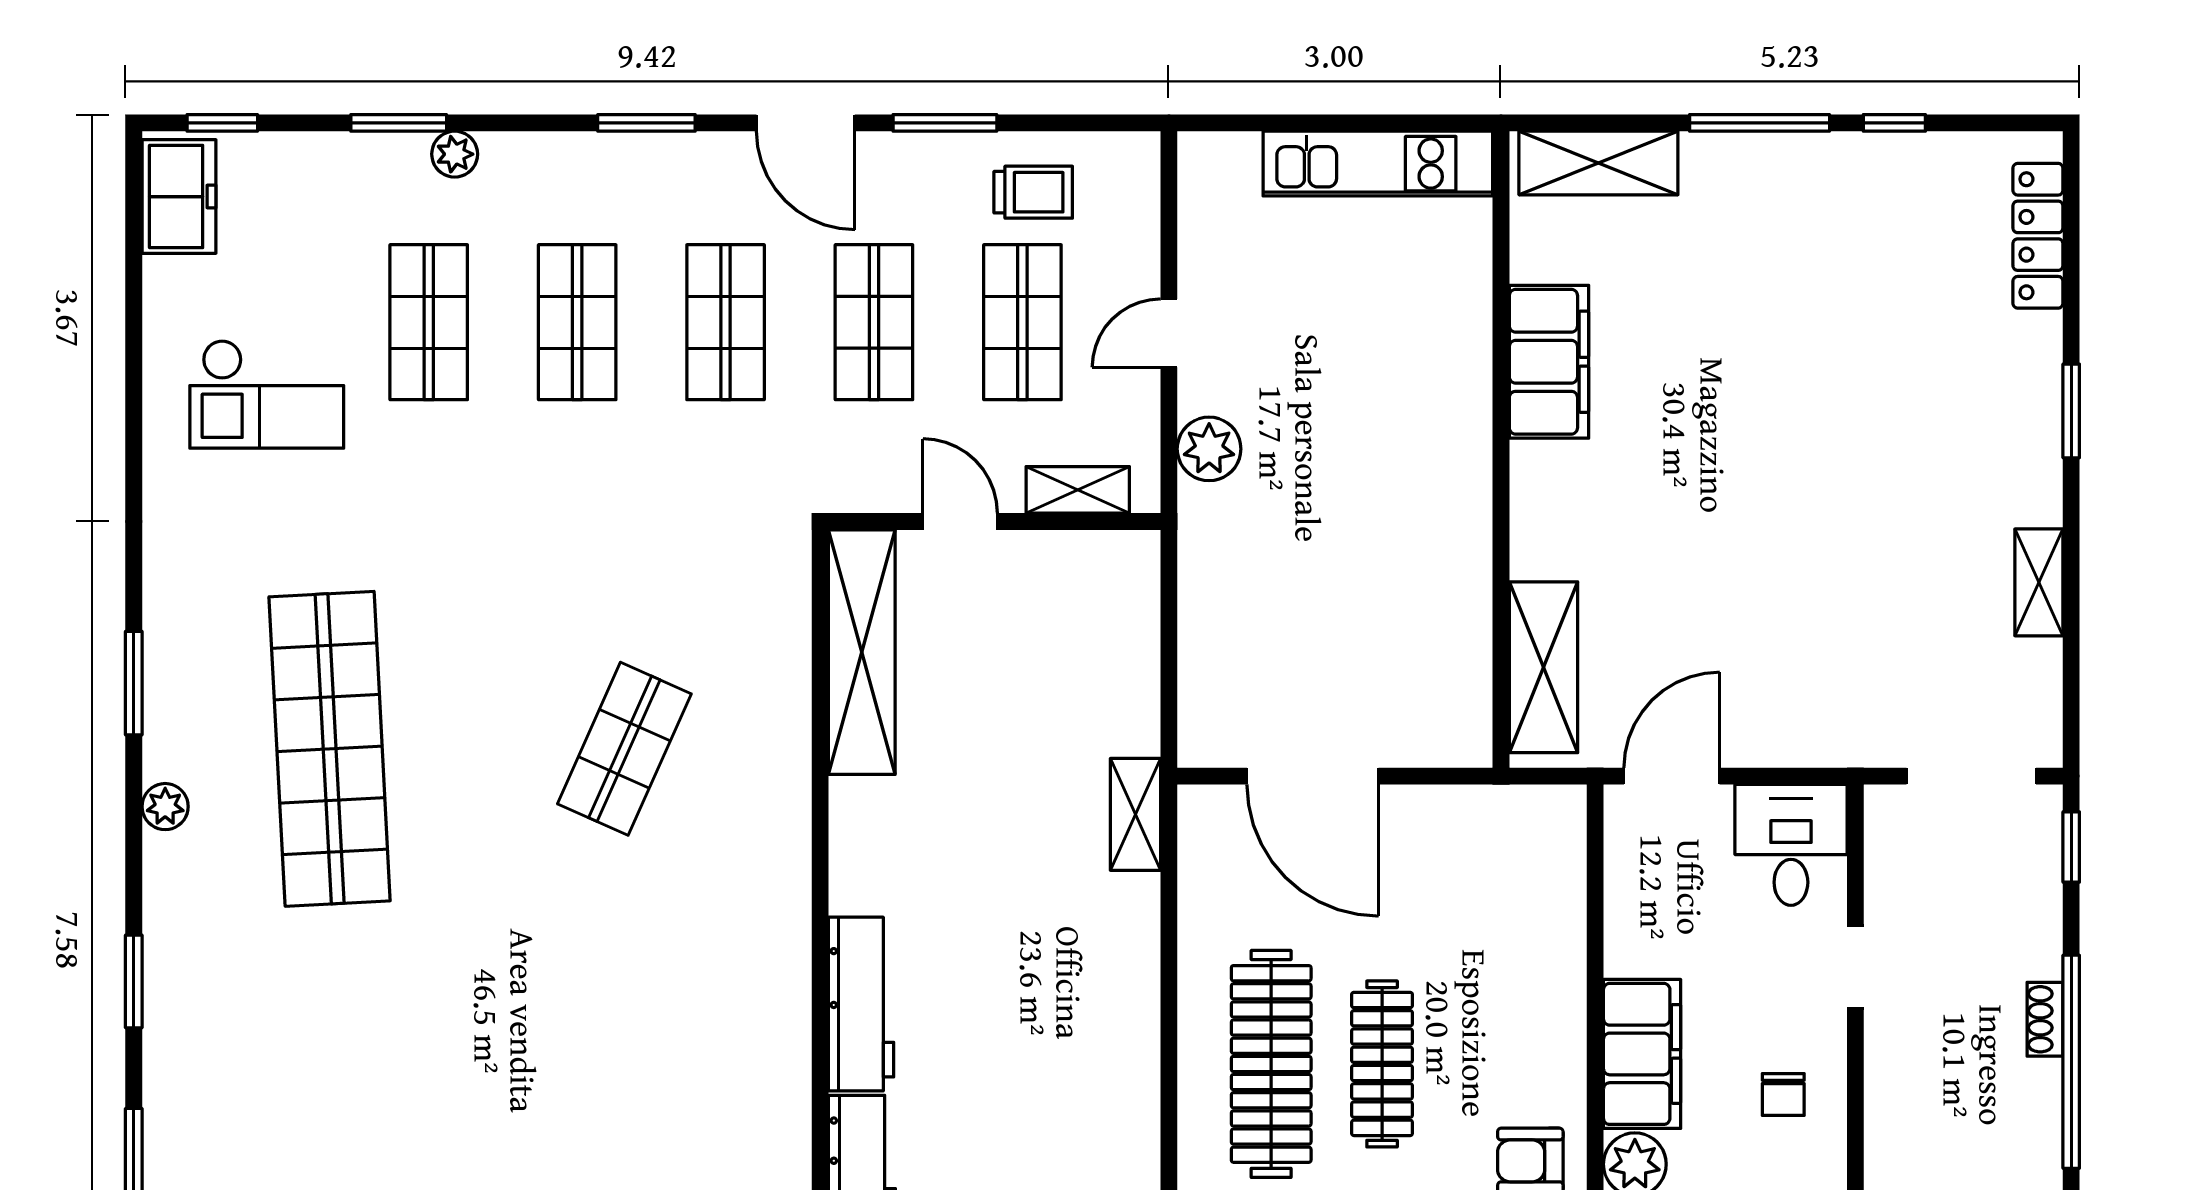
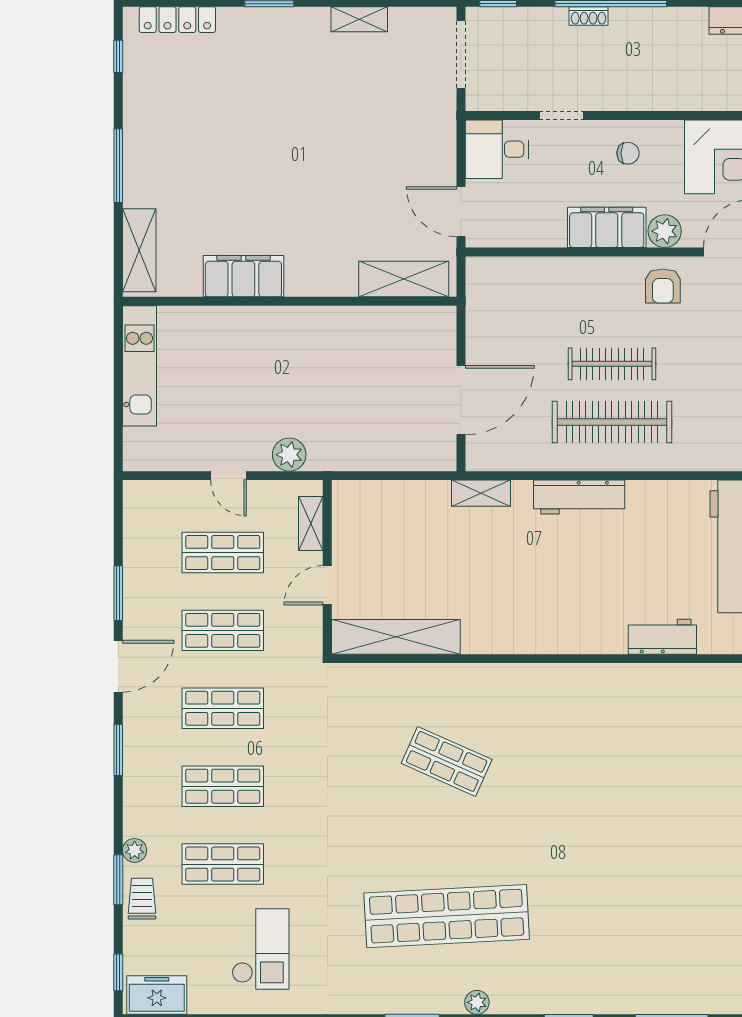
window: (1894, 123) -> (118, 56), moved
trolley: (1033, 192) -> (142, 899), moved
workbench: (861, 1004) -> (579, 497), moved, turned 180

